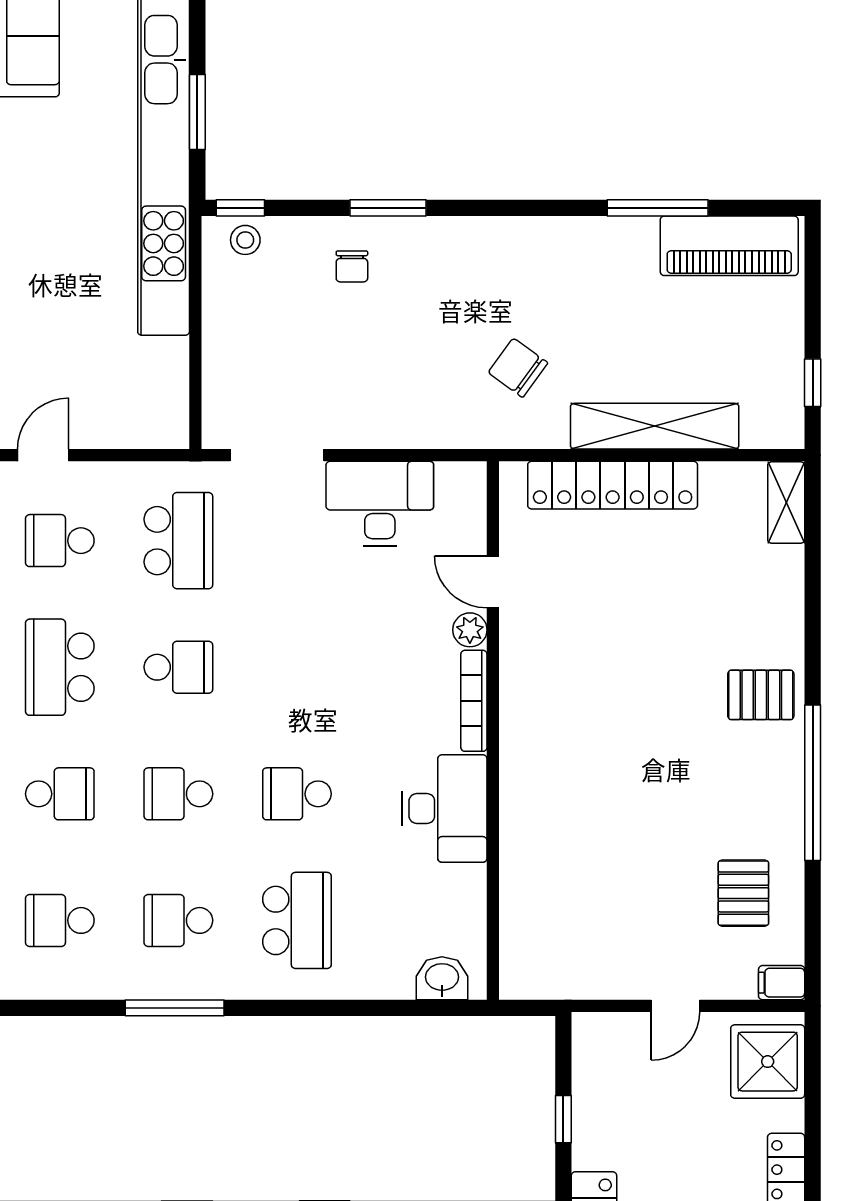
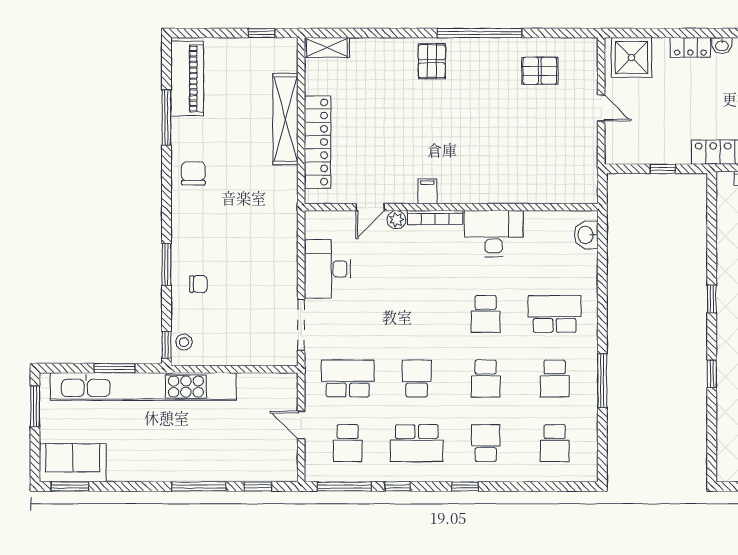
chair: (518, 368) -> (193, 173), moved, turned 144
door: (43, 455) -> (301, 425), moved
filing cabinet: (782, 983) -> (427, 191), moved, turned 180

